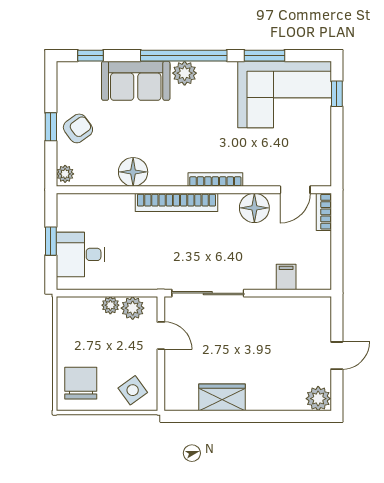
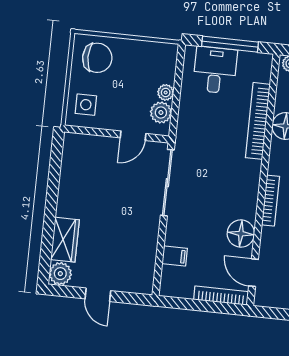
bookcase: (176, 202) -> (258, 121), moved
bookcase: (324, 212) -> (221, 296), width x1.56
window: (51, 241) -> (230, 44), width x2.17
side table: (133, 390) -> (86, 105), turned 36
wardrobe: (222, 397) -> (65, 240), moved

